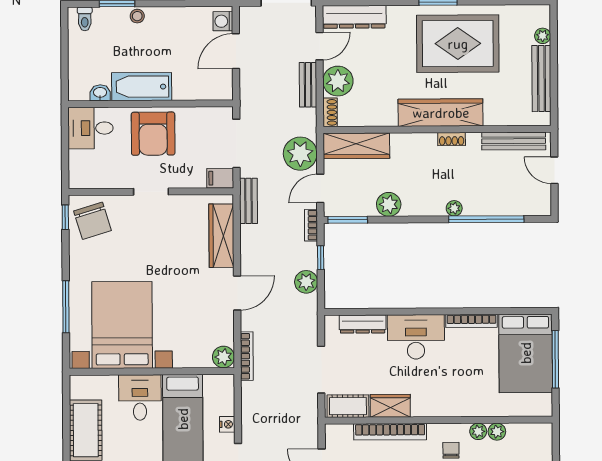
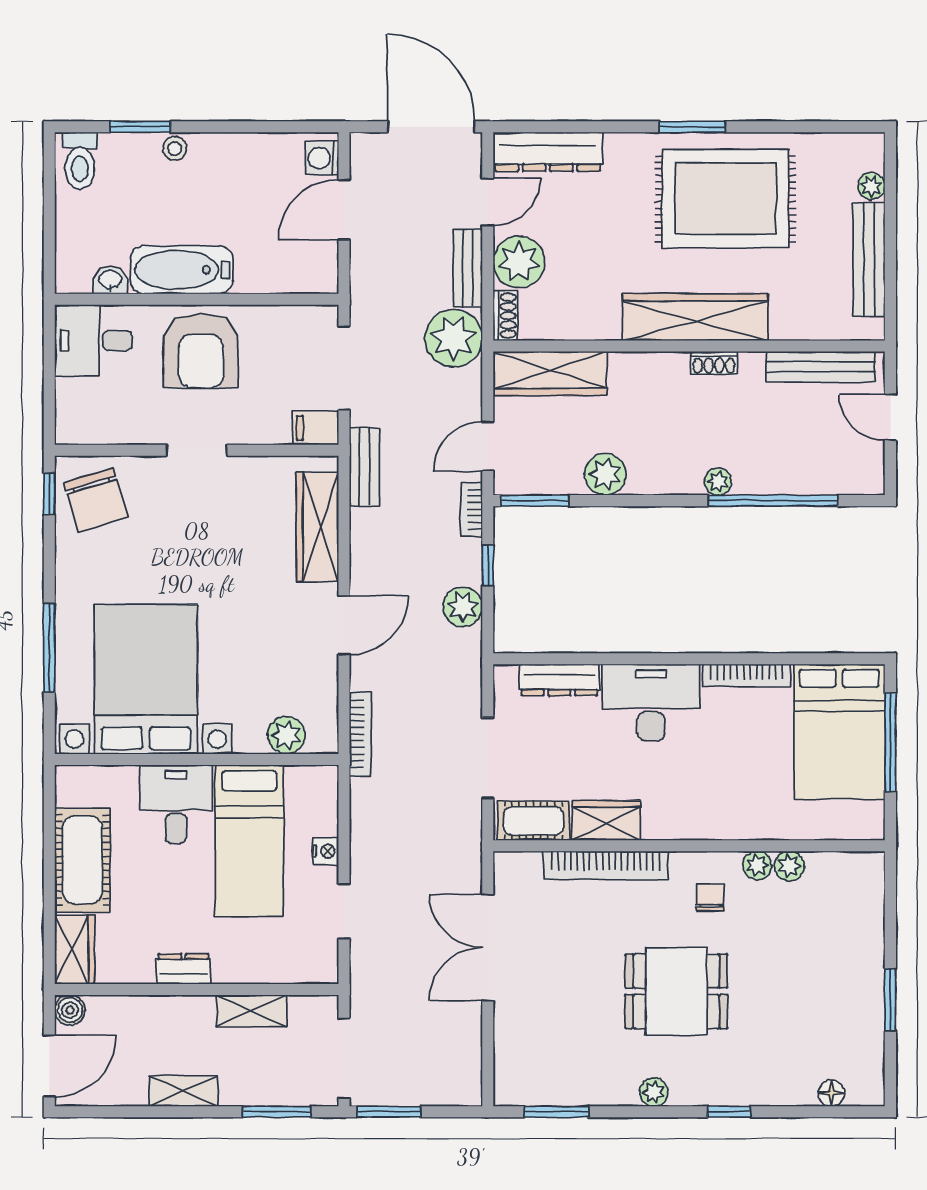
toilet: (85, 19) -> (80, 161), width x1.37, depth x1.39
plant: (300, 154) -> (454, 338), moved
plant: (223, 357) -> (286, 735), moved

